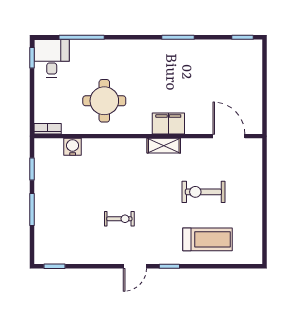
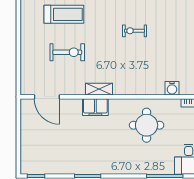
treadmill: (208, 239) -> (64, 14), turned 180

